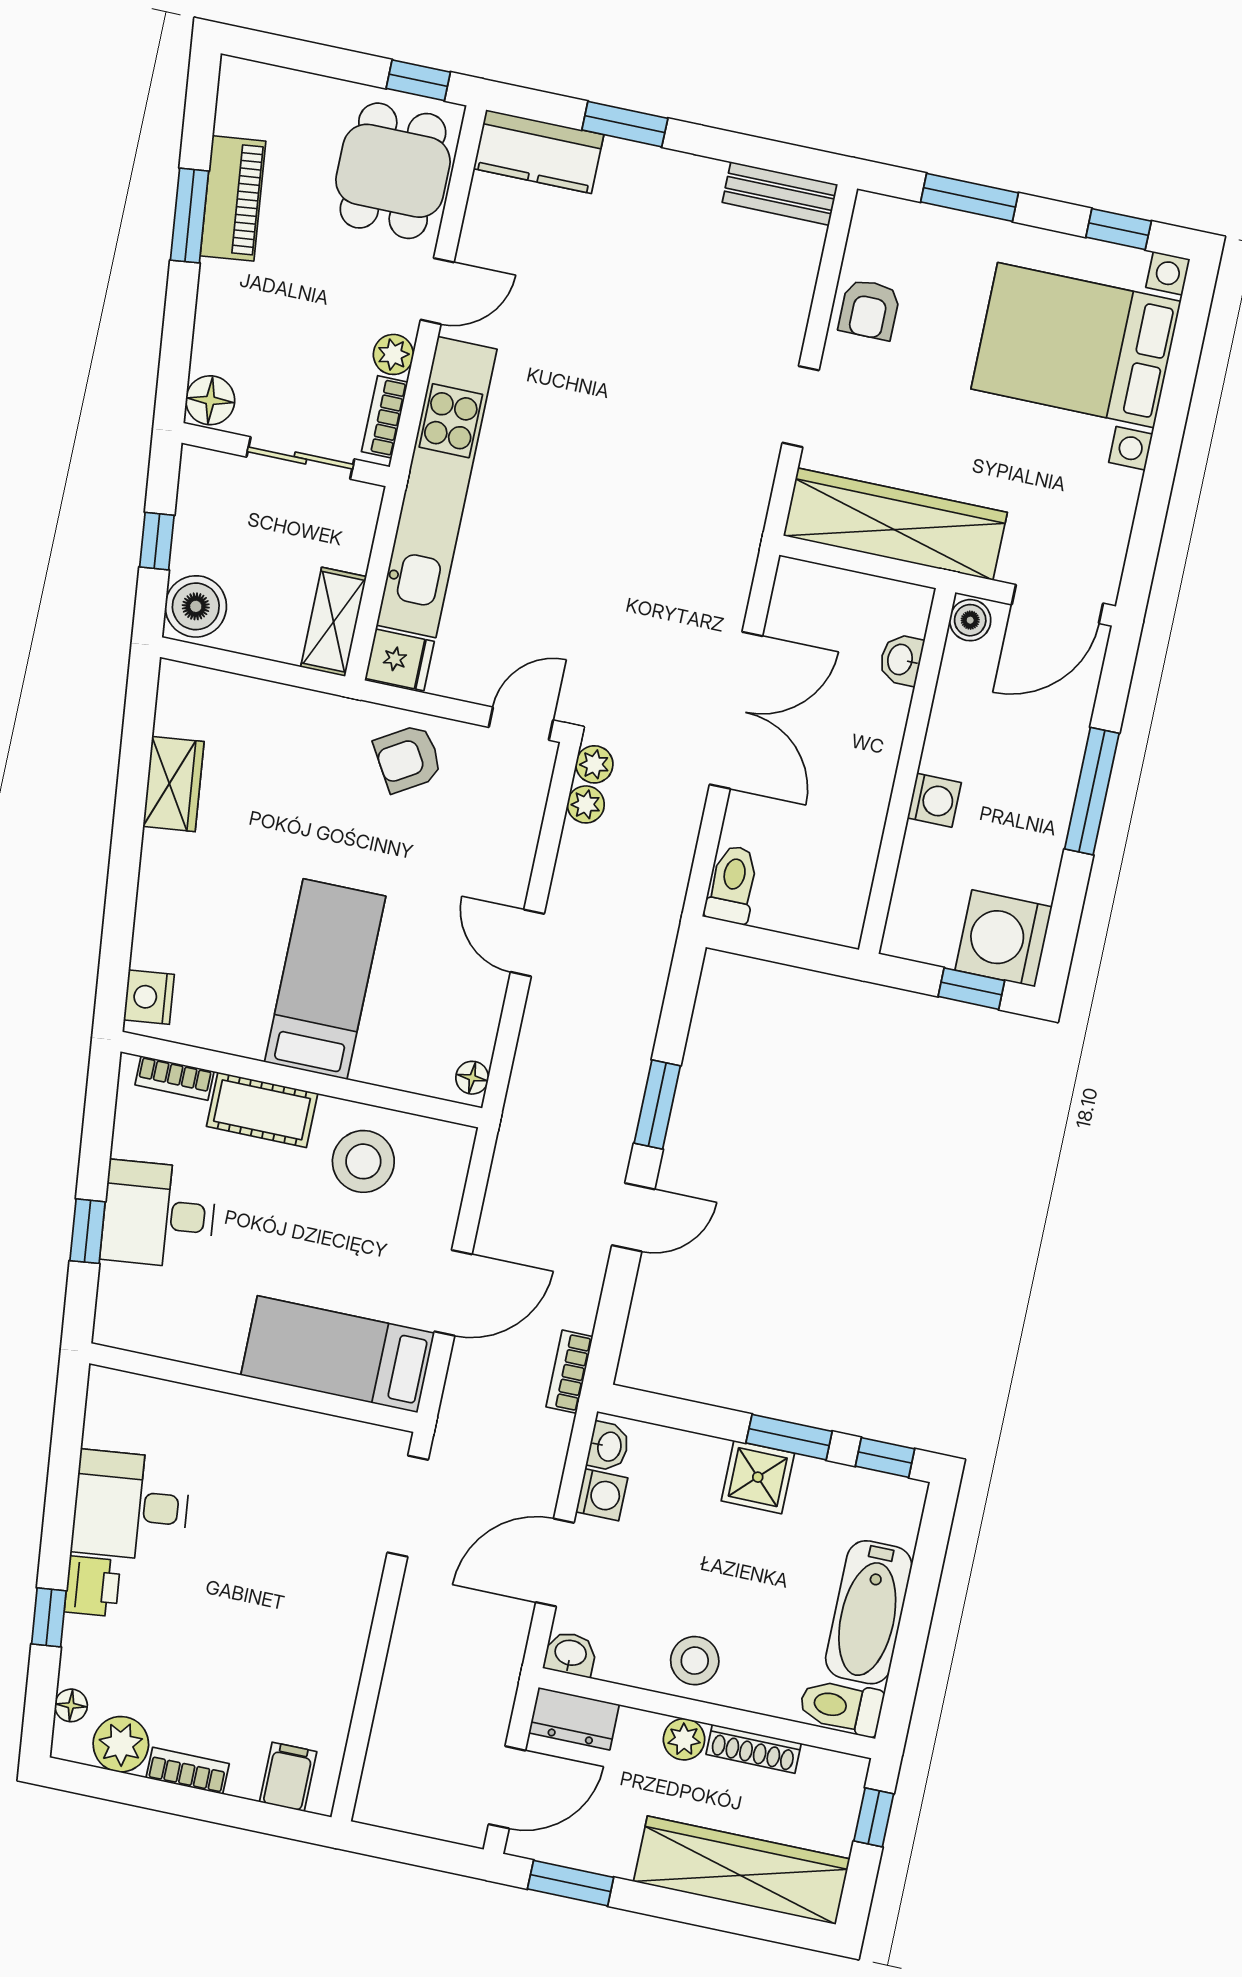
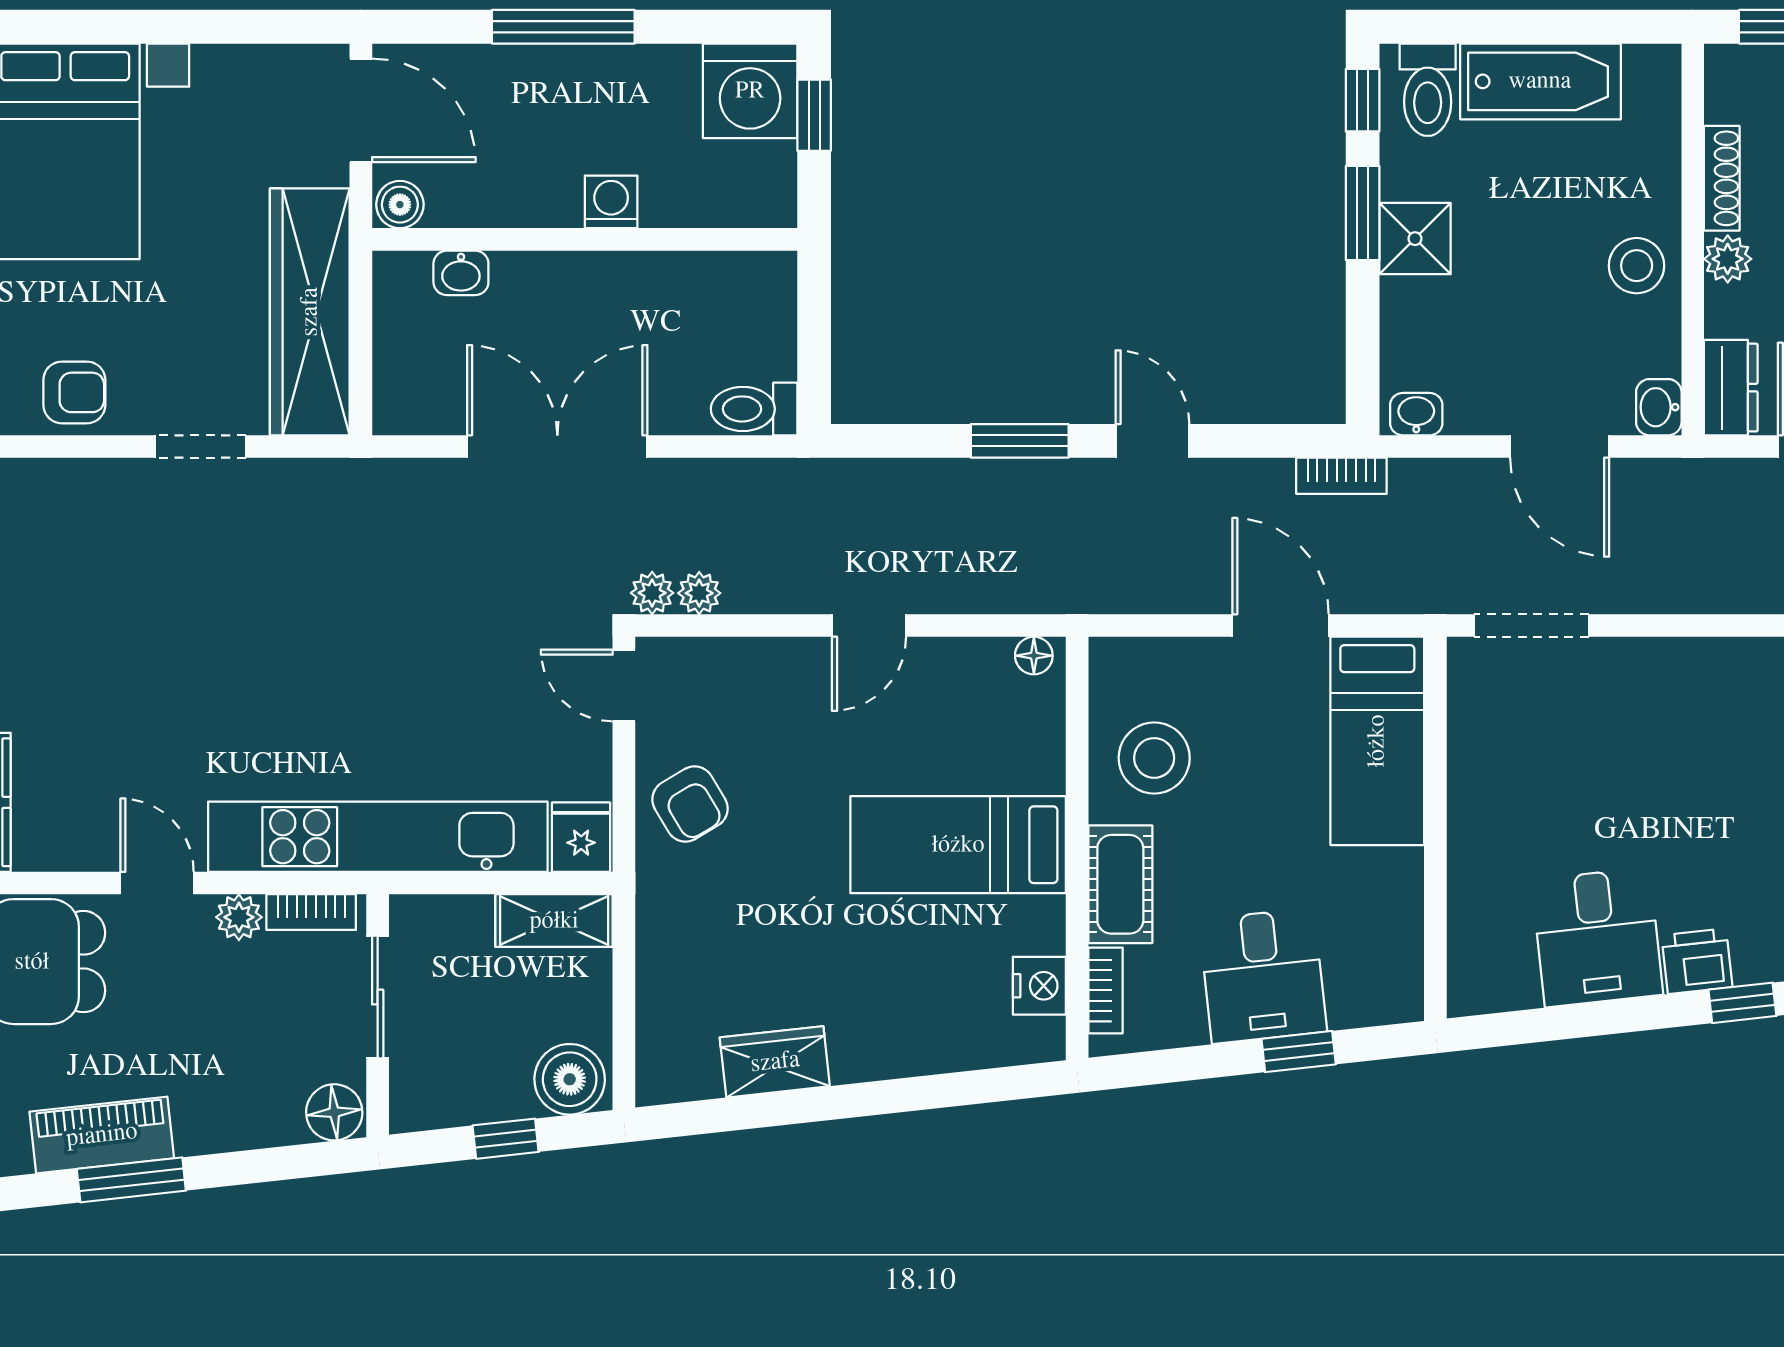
nightstand: (149, 997) -> (1039, 986), moved, turned -84
washing machine: (602, 1495) -> (1472, 410), removed
toilet: (841, 1707) -> (1428, 90), moved

